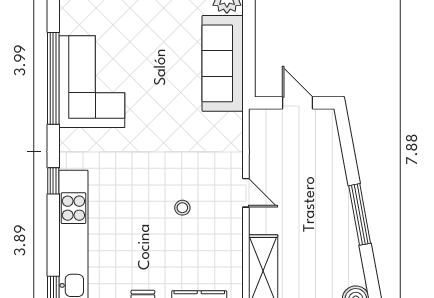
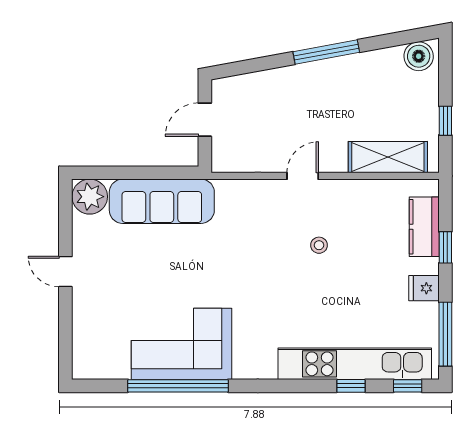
window: (53, 181) -> (351, 386), moved

